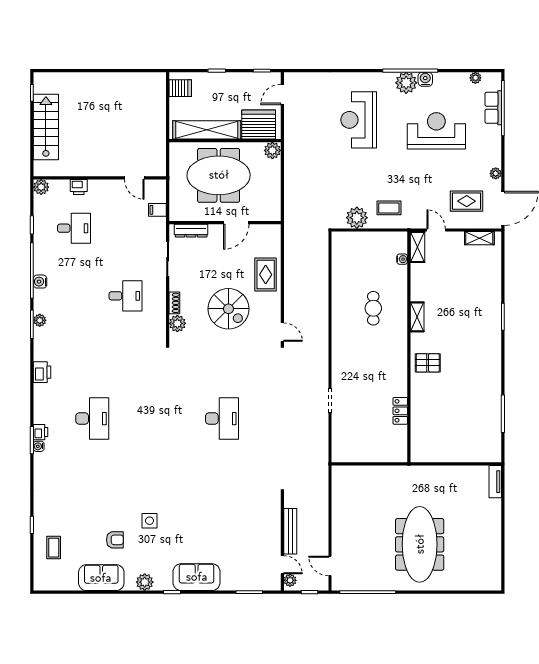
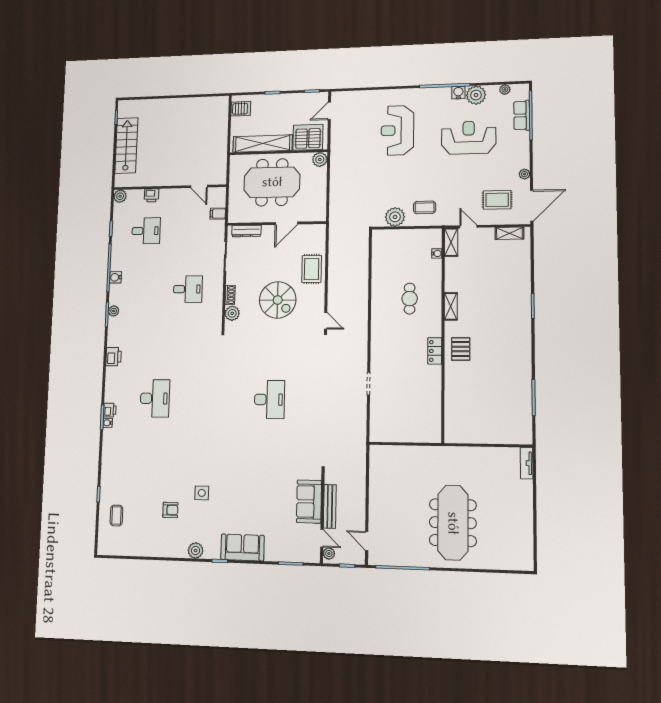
plant: (406, 83) -> (476, 95), moved
pallet: (428, 363) -> (461, 349), turned 90
locker: (400, 411) -> (435, 351), moved
sofa: (101, 578) -> (309, 502), moved, turned -90

